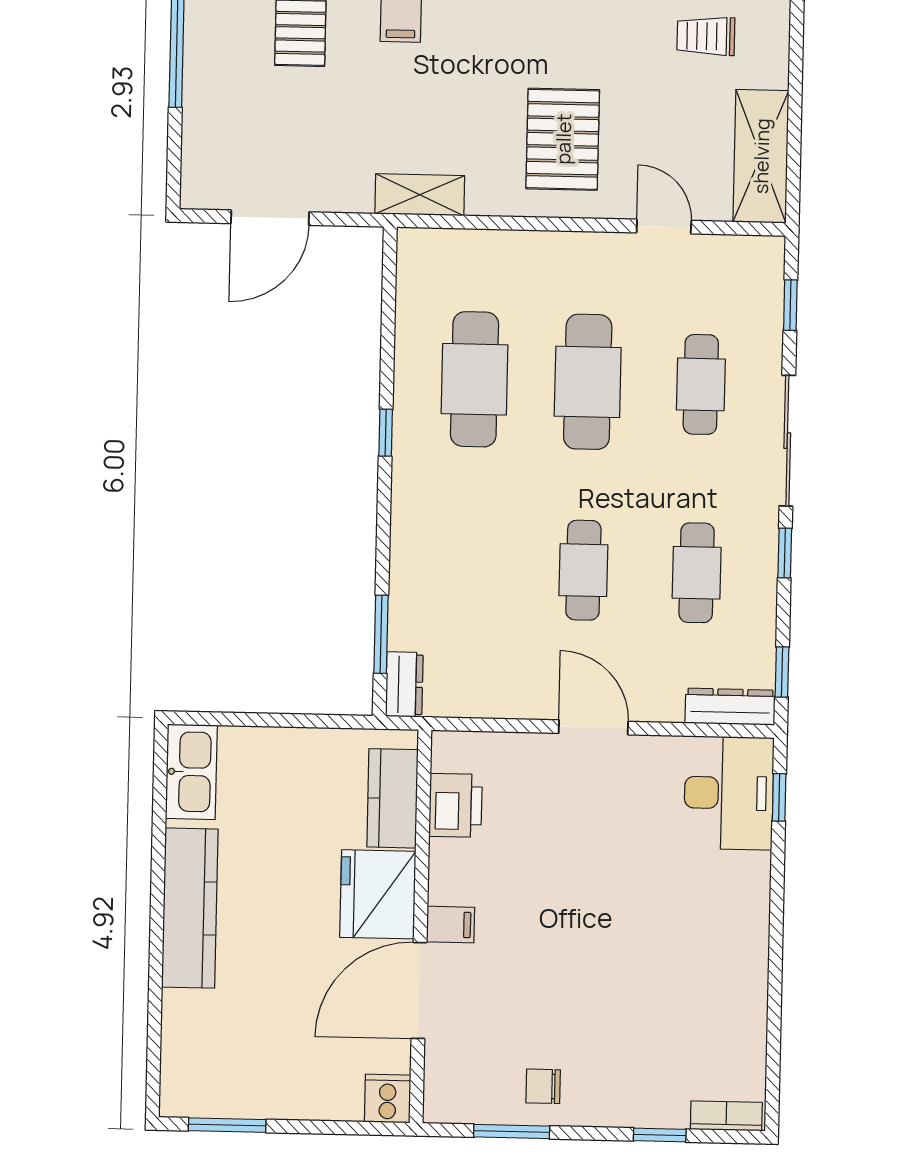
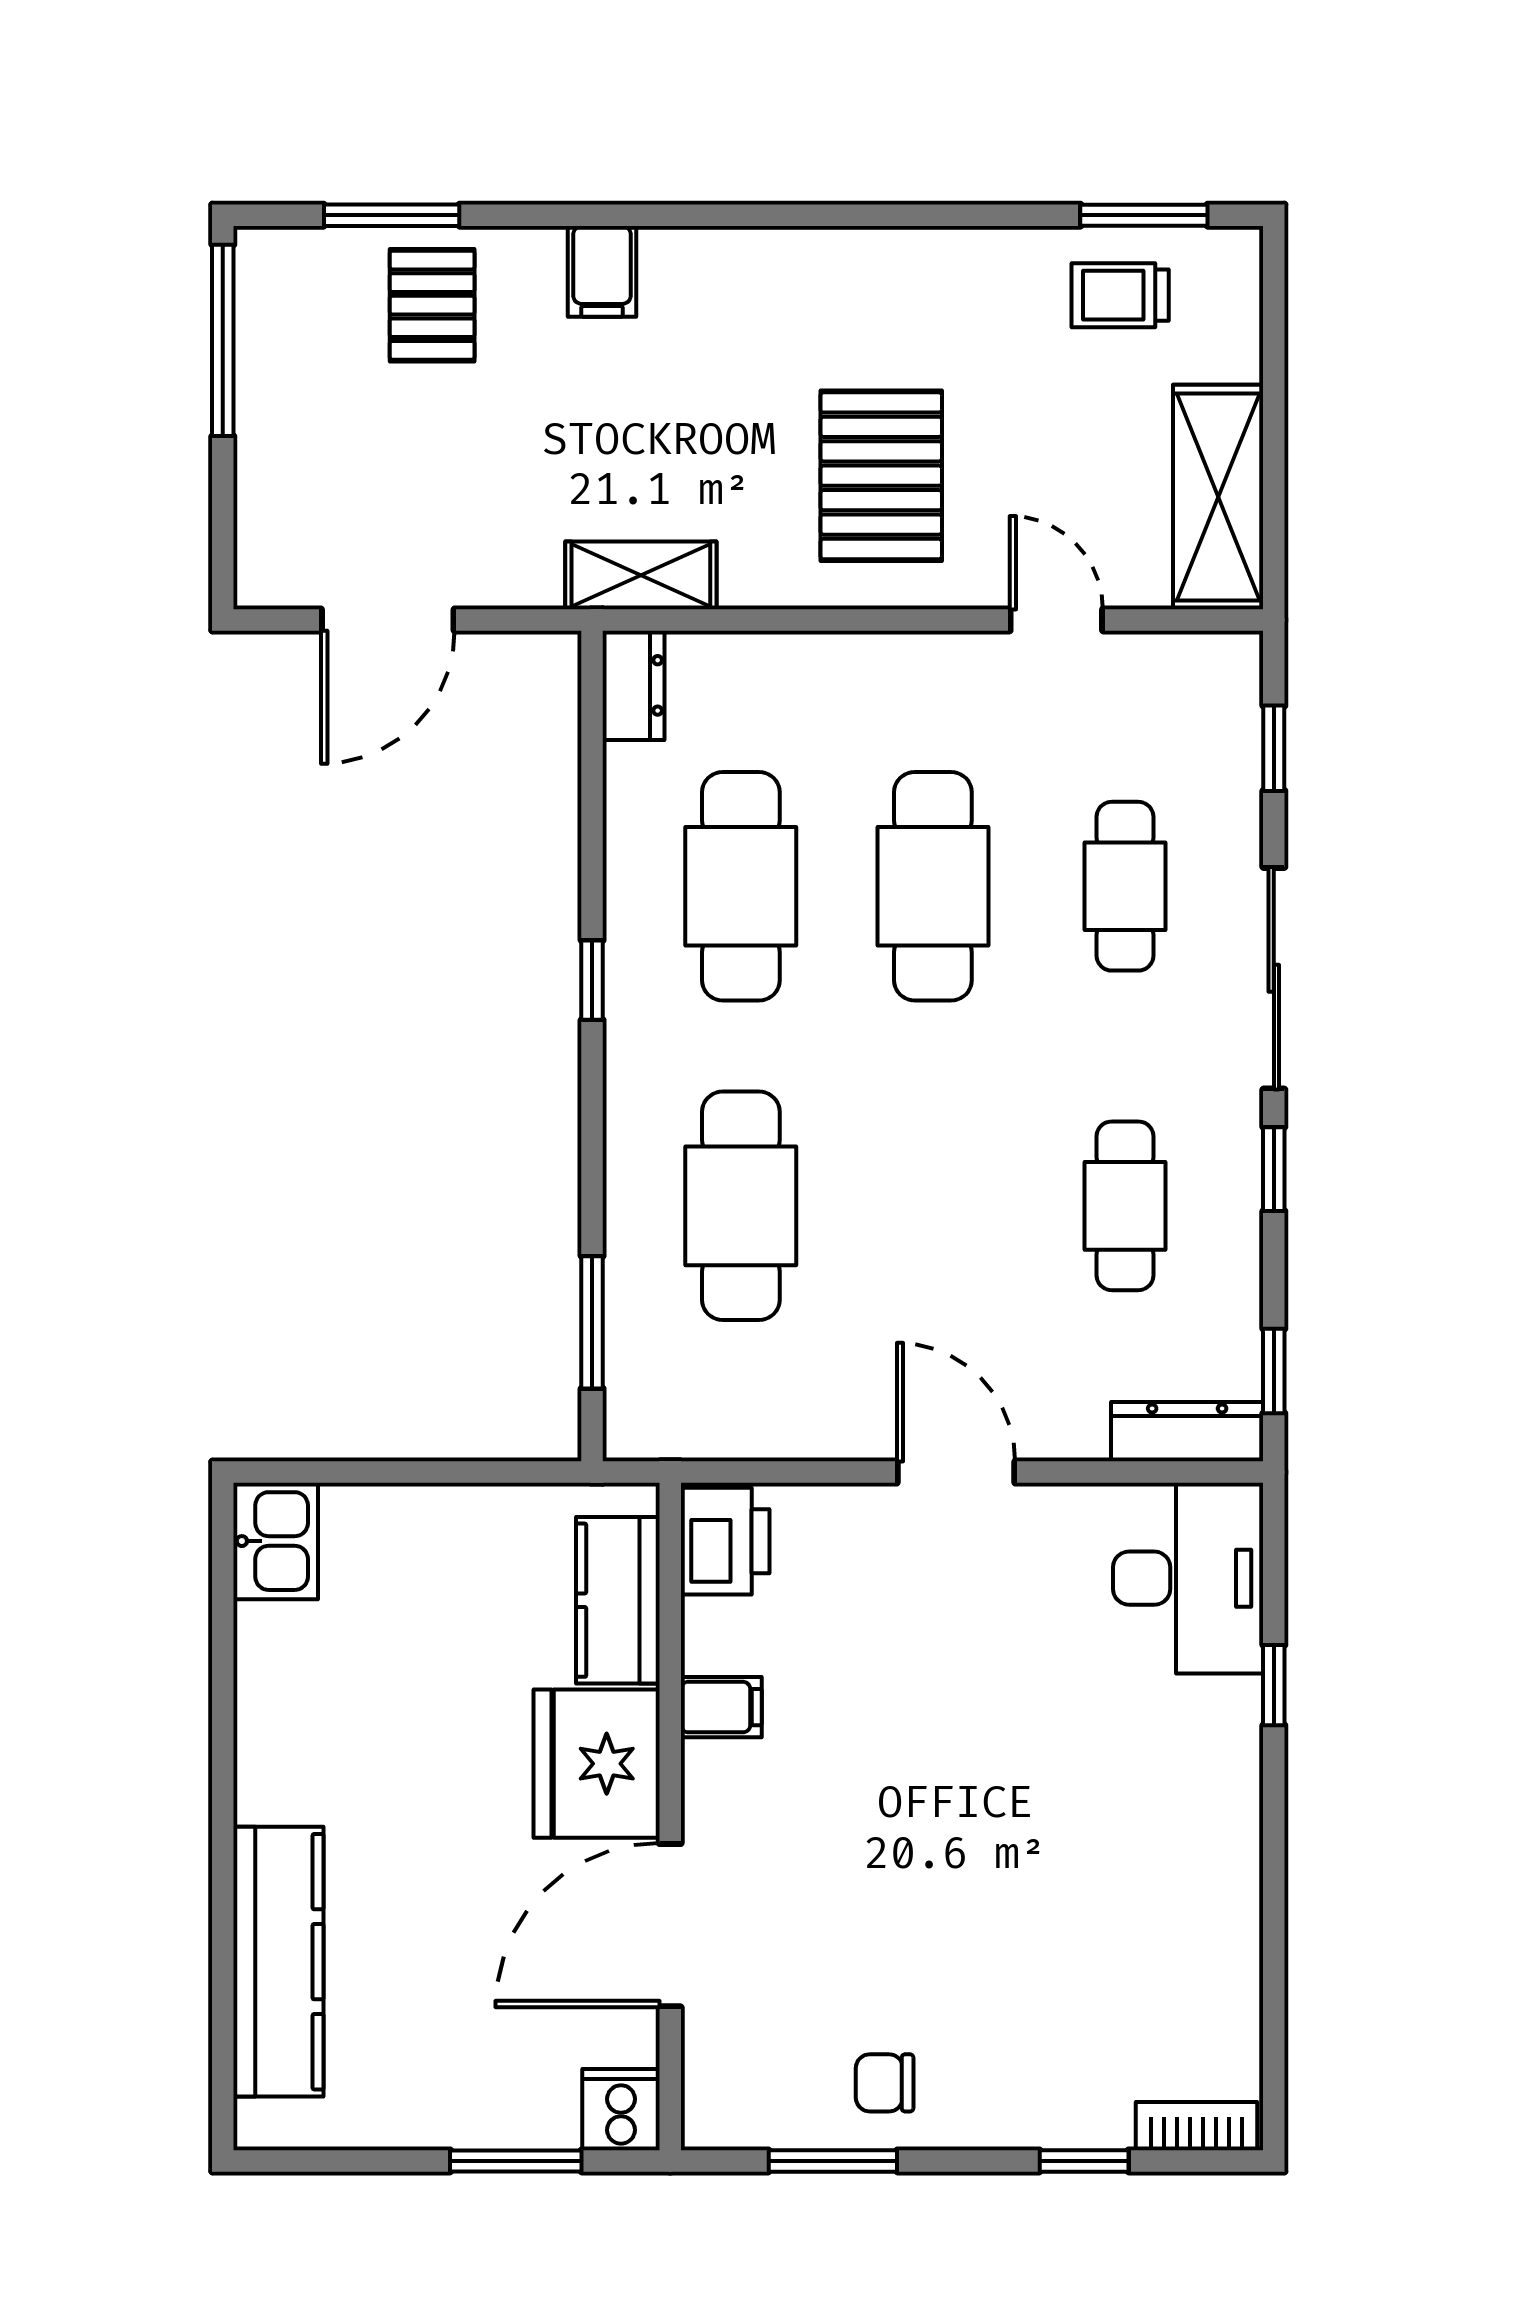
cafe table: (583, 570) -> (741, 1206), moved, width x1.37, depth x1.35
dresser: (404, 684) -> (634, 685), moved
kitchen sink: (191, 772) -> (276, 1541), width x0.73
window: (779, 797) -> (1274, 1685), moved
printer: (456, 805) -> (725, 1541), moved
kitchen counter: (190, 908) -> (278, 1962), moved
filing cabinet: (451, 925) -> (721, 1707), moved
window: (227, 1125) -> (516, 2161), moved

